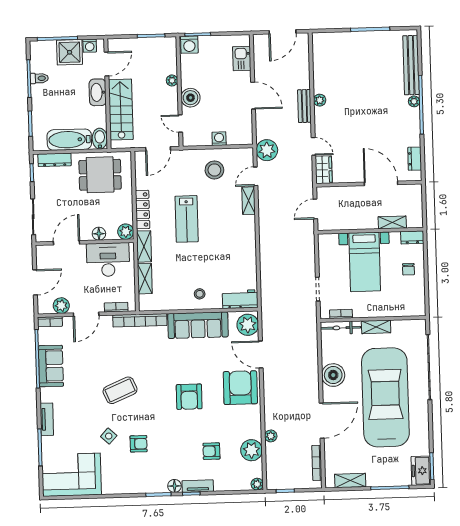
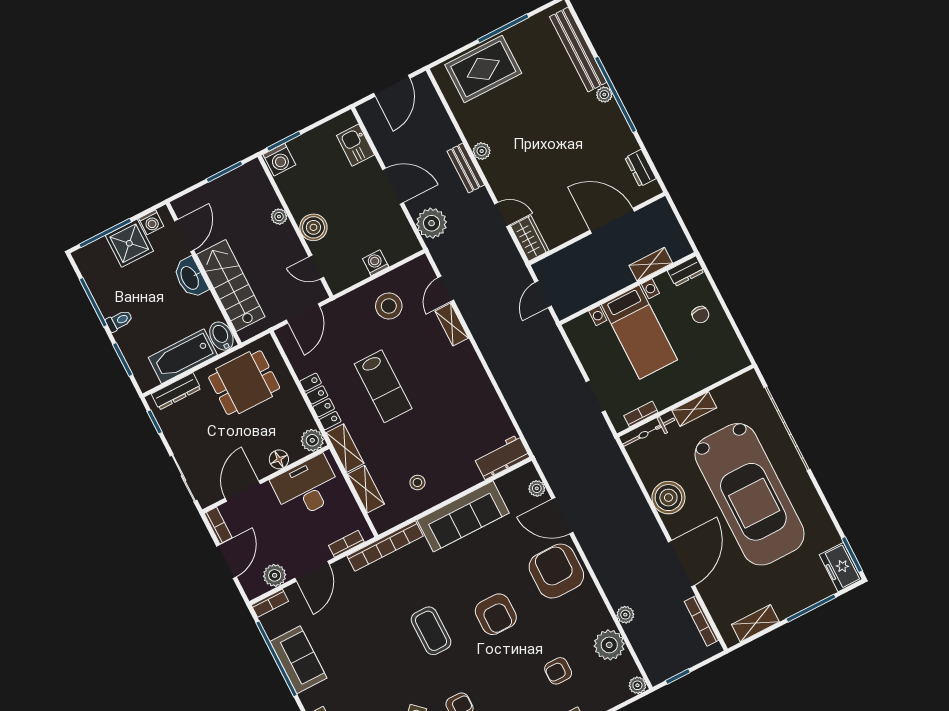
rug: (345, 49) -> (483, 69), added
toilet: (39, 78) -> (119, 321), moved
plant: (267, 150) -> (432, 223), moved
bookcase: (41, 257) -> (218, 525), added
stool: (200, 294) -> (417, 482), moved
plant: (248, 325) -> (537, 488), width x0.53, depth x0.53
coffee table: (120, 390) -> (431, 631), moved, turned -67
car: (385, 397) -> (750, 494), turned 180

